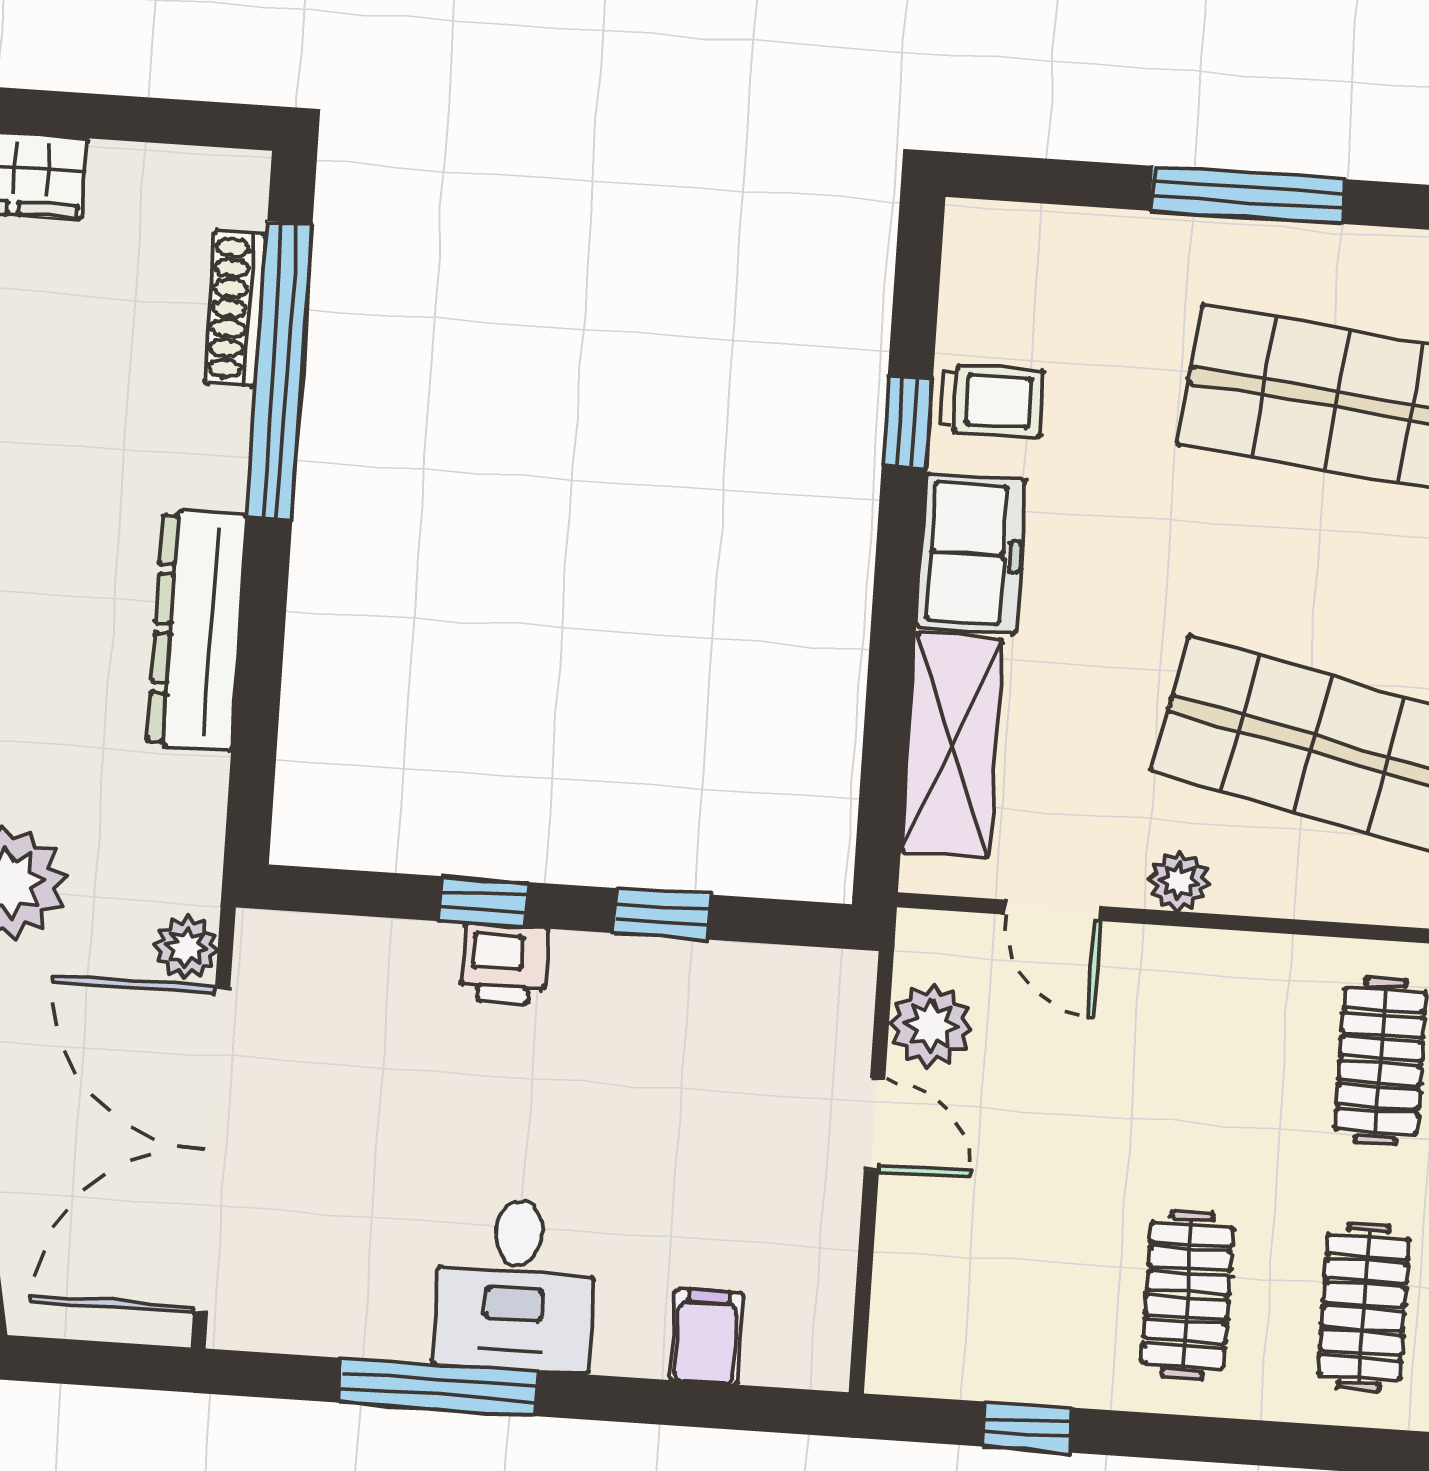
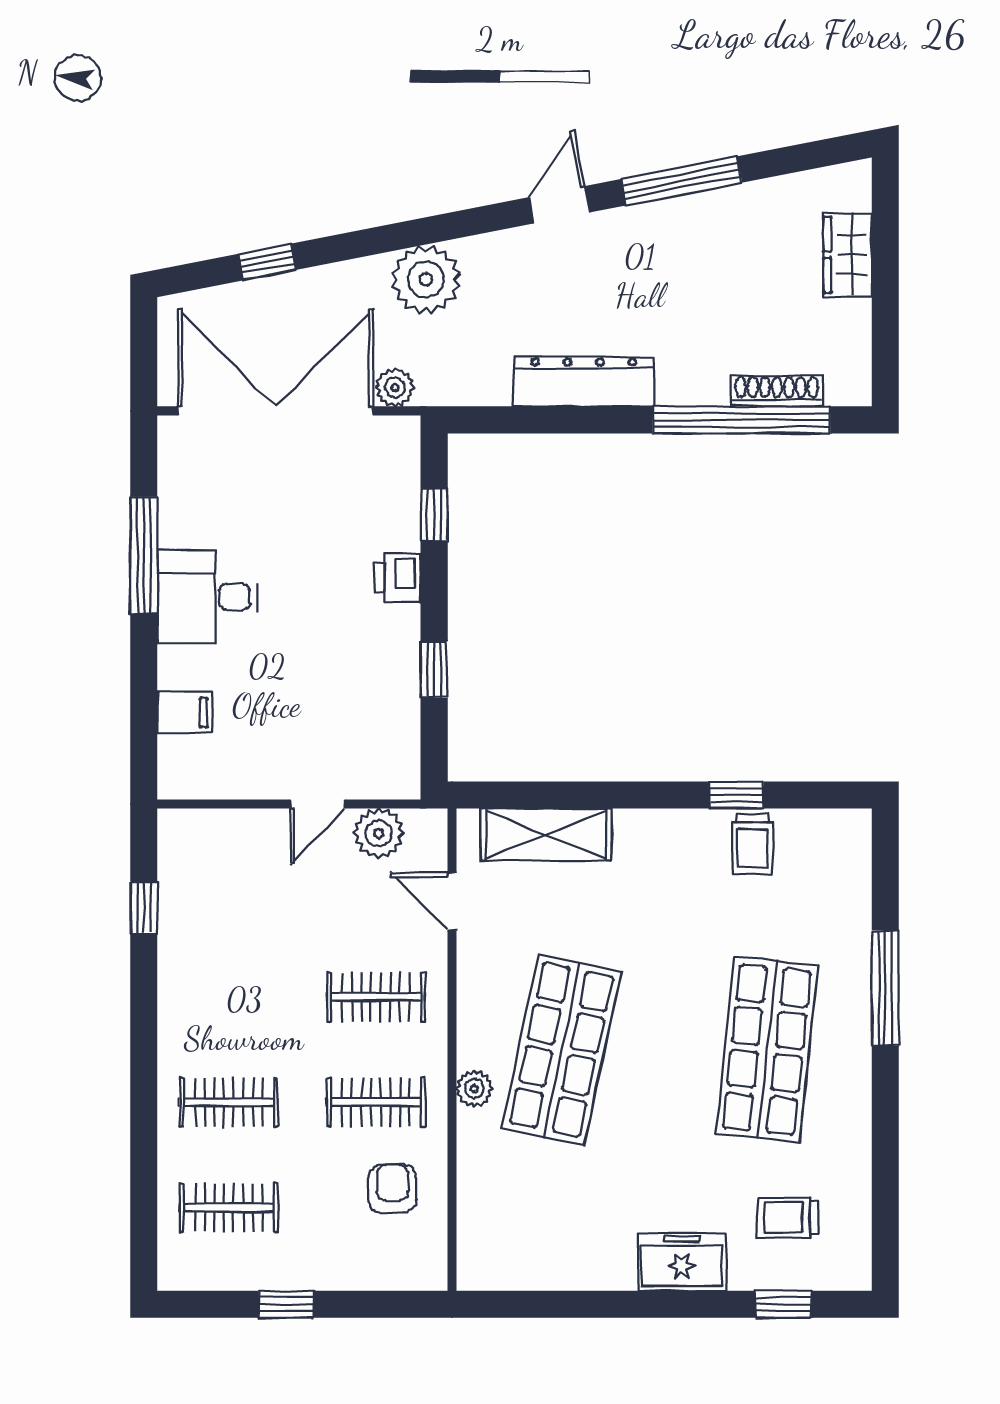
freezer: (971, 553) -> (661, 838), removed
plant: (1179, 881) -> (474, 1088), moved
window: (483, 902) -> (434, 514), moved
door: (1053, 910) -> (452, 902), hinge flipped
clothes rail: (1188, 1295) -> (376, 997), moved

